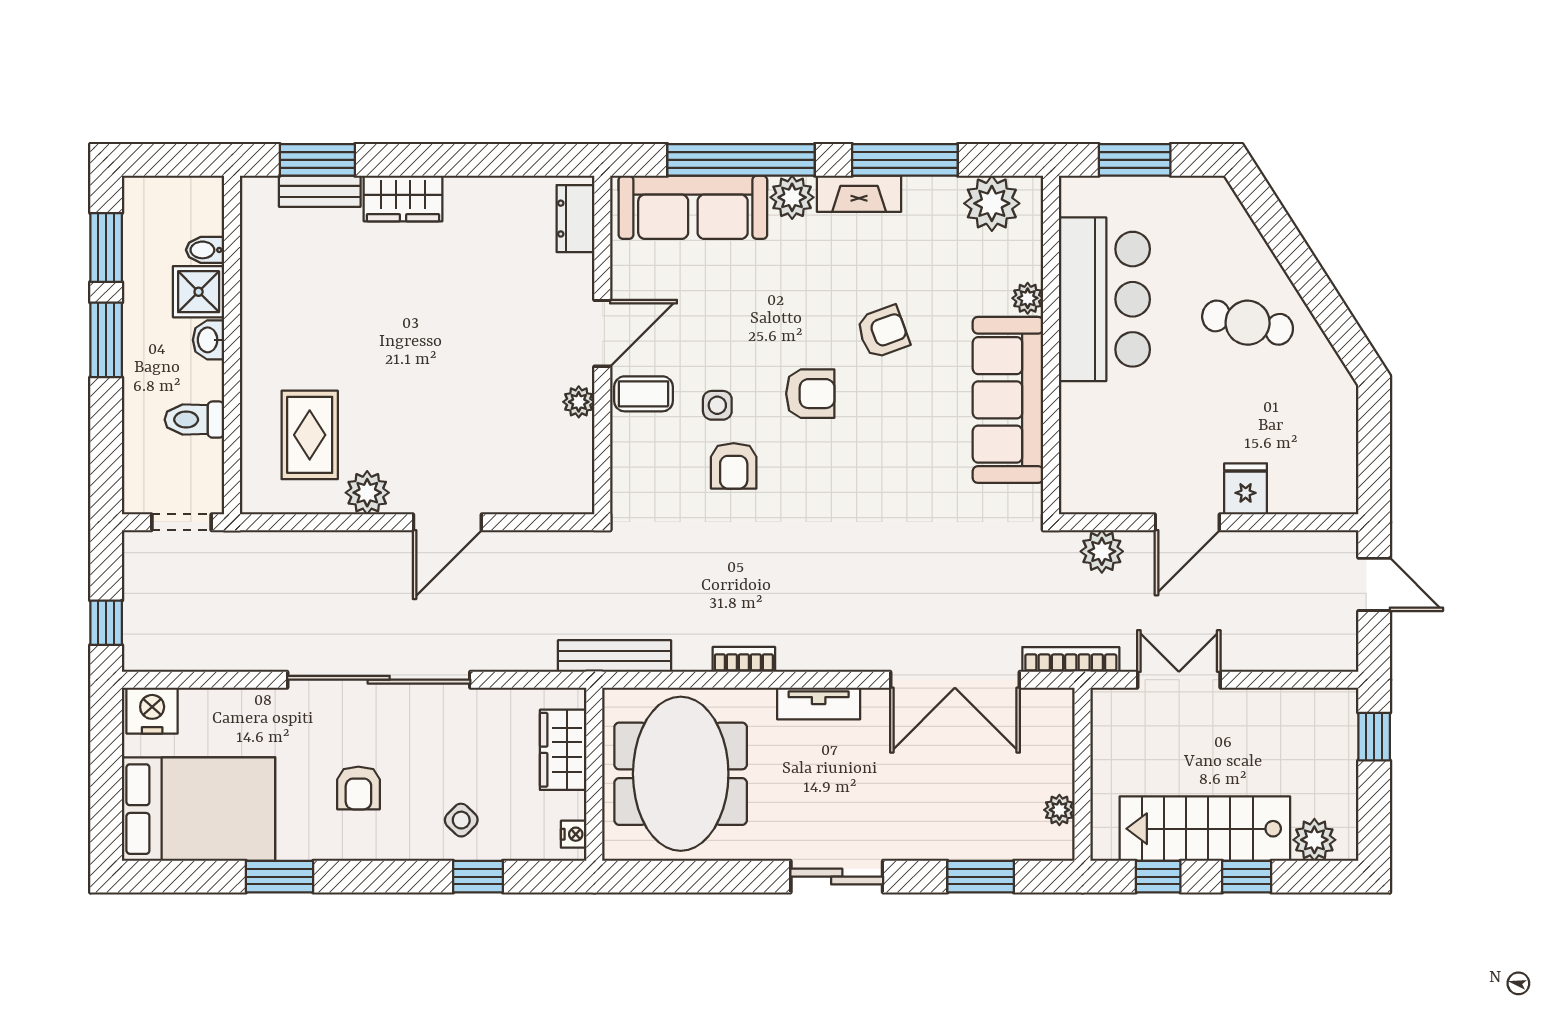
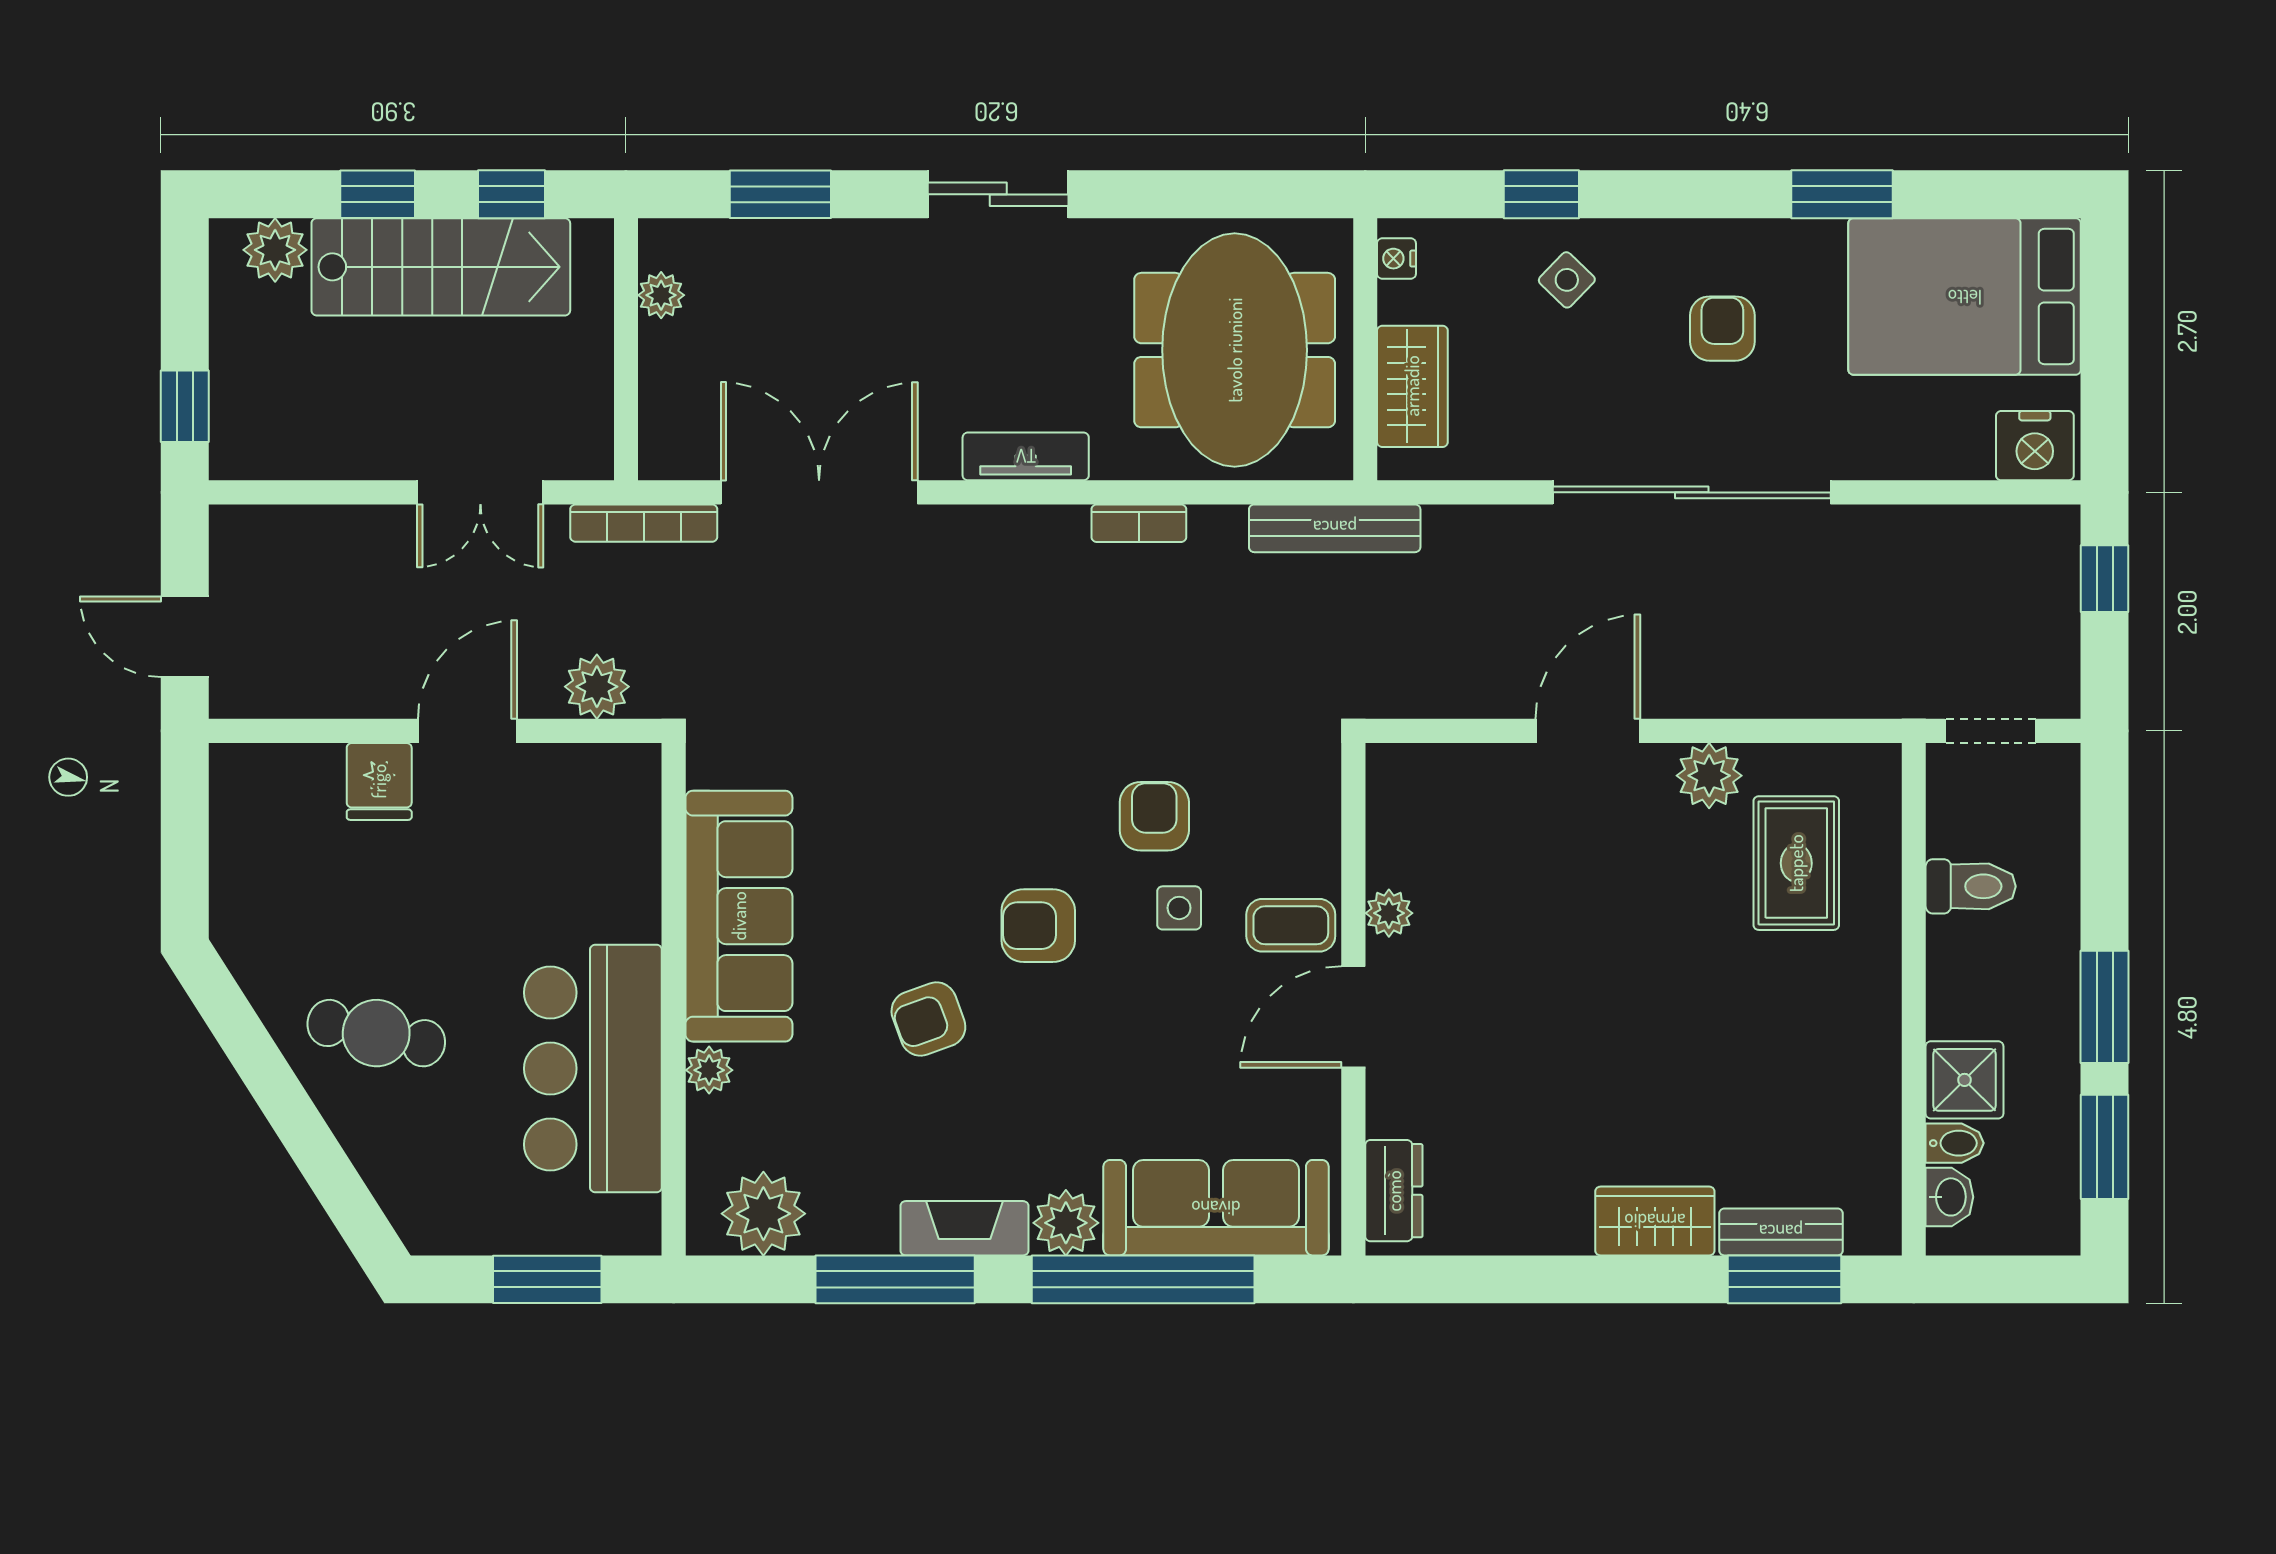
washbasin: (208, 340) -> (1949, 1197), moved

